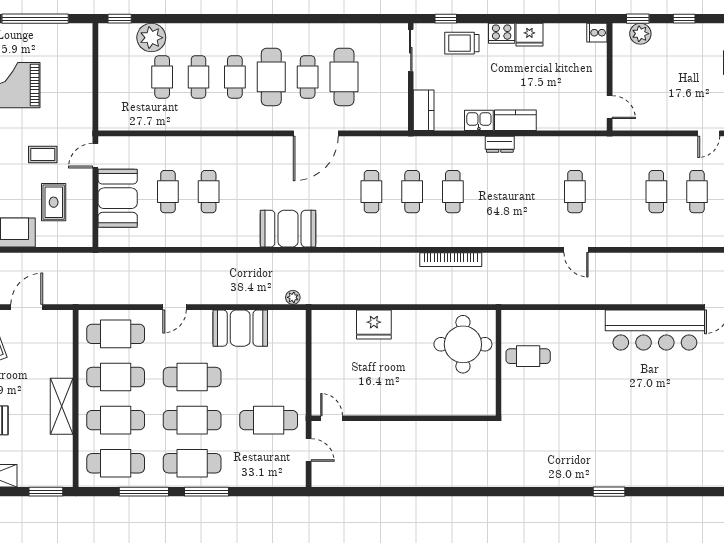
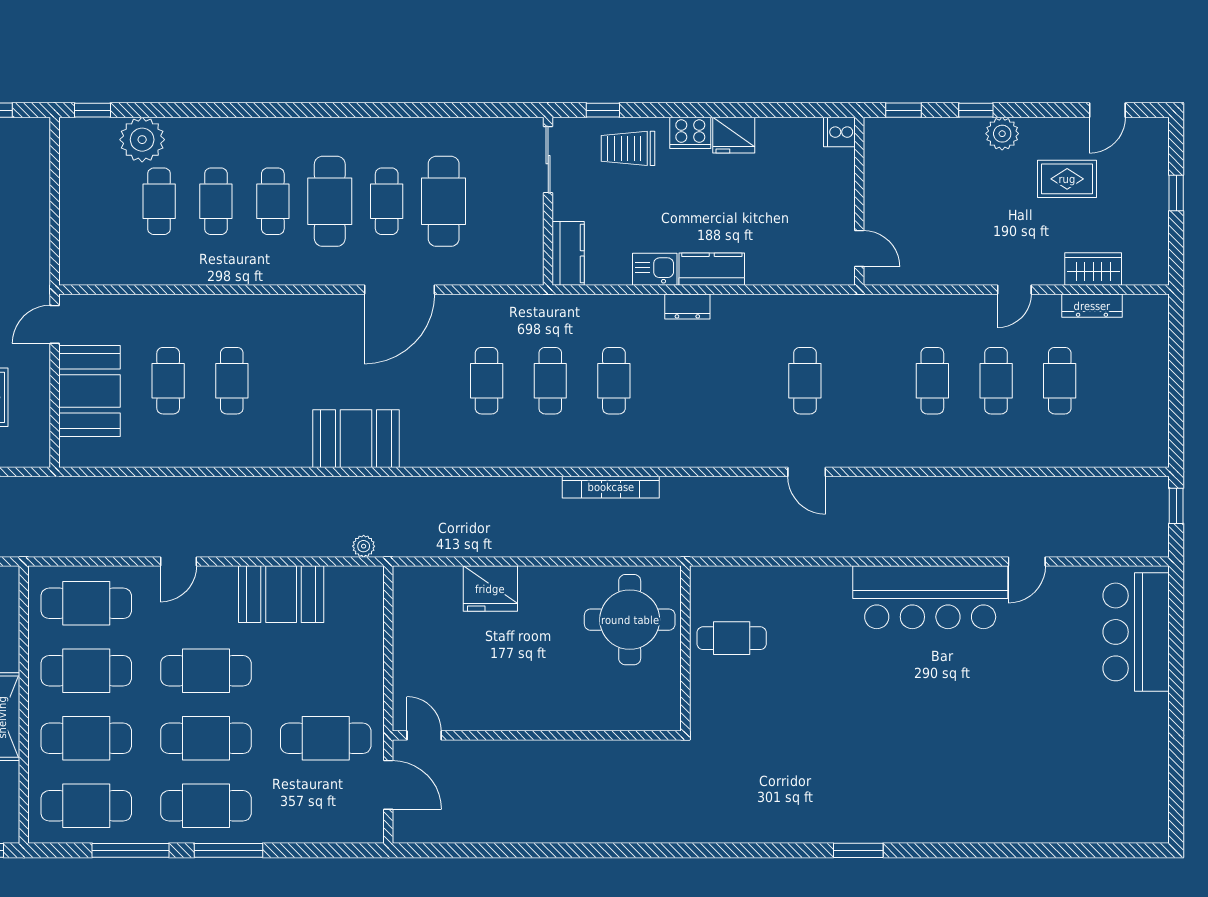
plant: (640, 34) -> (1002, 134), moved
door: (309, 450) -> (388, 785), width x1.37

